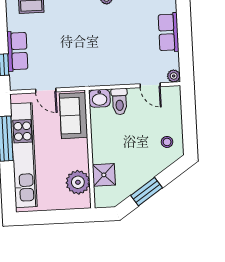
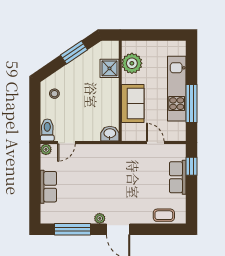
door: (150, 85) -> (66, 143), swing flipped
toilet: (120, 102) -> (47, 130), moved
sofa: (74, 116) -> (133, 103), moved
kitchen unit: (24, 155) -> (177, 89), width x0.73

